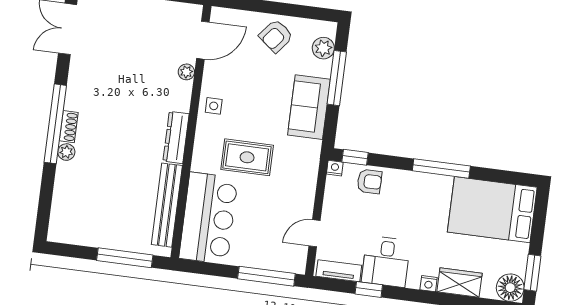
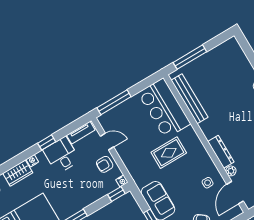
side table: (214, 106) -> (208, 183), moved
dresser: (176, 137) -> (221, 152), moved
armchair: (369, 182) -> (105, 164), moved
door: (315, 233) -> (107, 142), hinge flipped
window: (369, 289) -> (47, 142), moved

